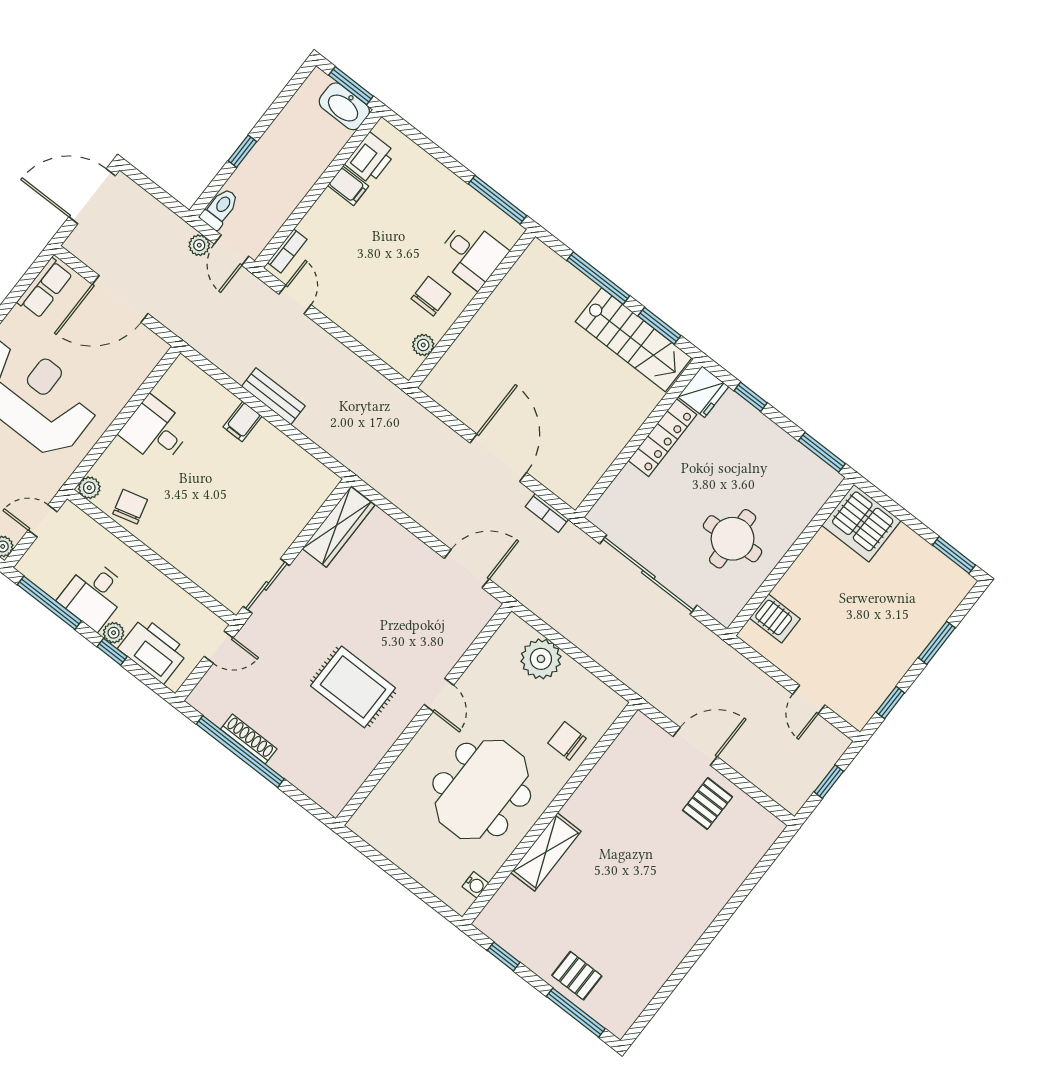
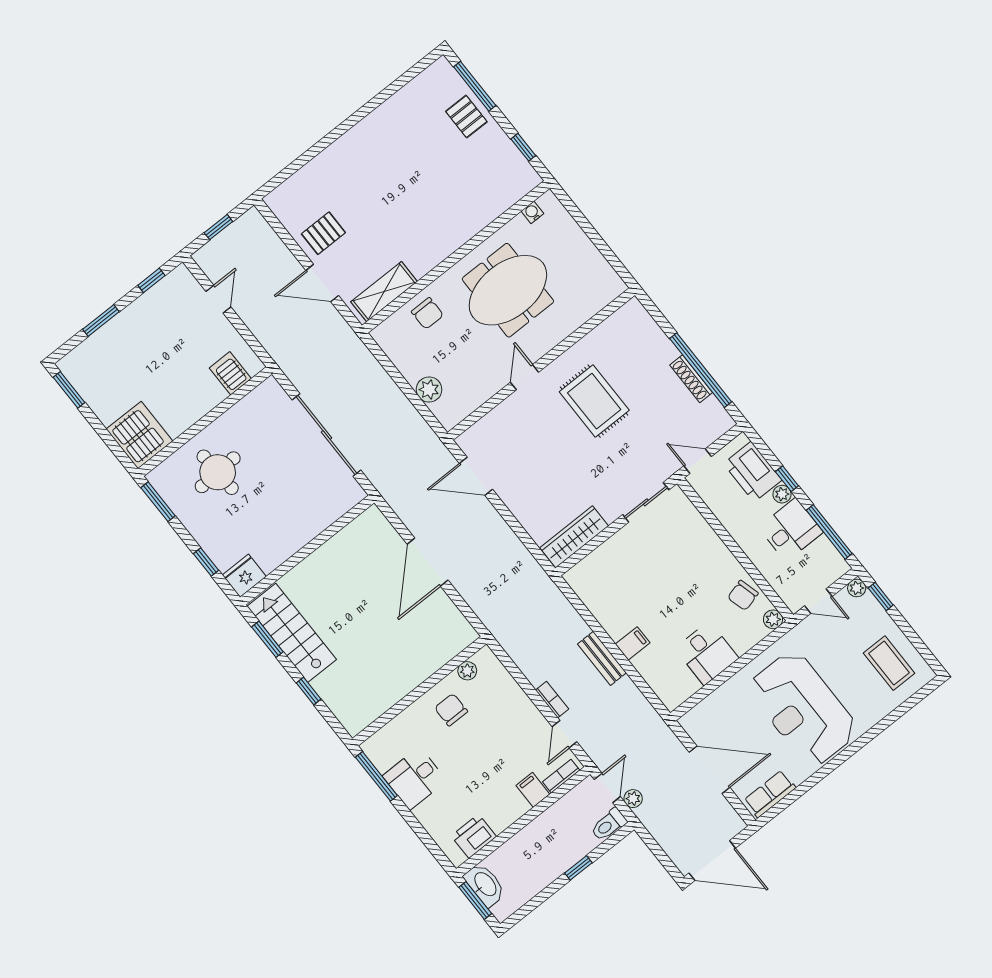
filing cabinet: (348, 186) -> (533, 790), moved
desk: (472, 254) -> (415, 778), moved, turned -90
window: (598, 278) -> (309, 691), width x0.46
chair: (431, 296) -> (451, 710), turned 90
locker: (663, 438) -> (287, 546), removed
bookcase: (547, 513) -> (552, 700), moved
round table: (733, 539) -> (218, 472), moved
plant: (541, 659) -> (429, 390), width x0.73, depth x0.73
shelving: (546, 852) -> (384, 292), moved

